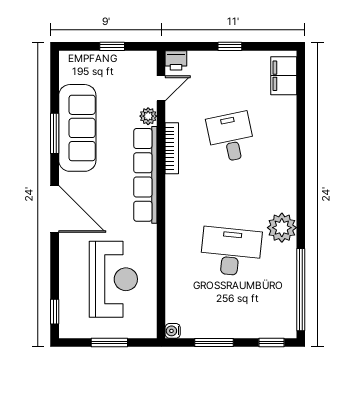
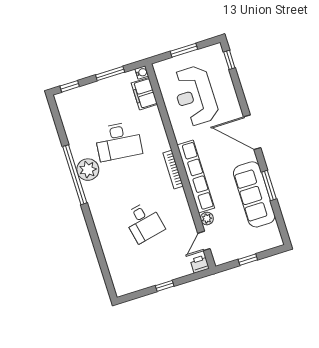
filing cabinet: (284, 76) -> (144, 94), moved, turned 180
bookcase: (172, 148) -> (173, 170), moved
window: (301, 290) -> (75, 175), moved

